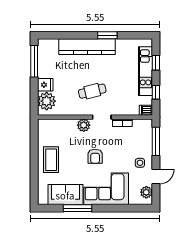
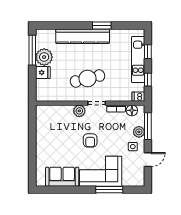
cafe table: (92, 91) -> (88, 79), width x1.37, depth x1.35
plant: (47, 101) -> (44, 57), moved
floor lamp: (139, 125) -> (132, 110), added
coffee table: (51, 160) -> (48, 144), removed
plant: (146, 192) -> (139, 132), moved
window: (77, 208) -> (109, 190), moved

